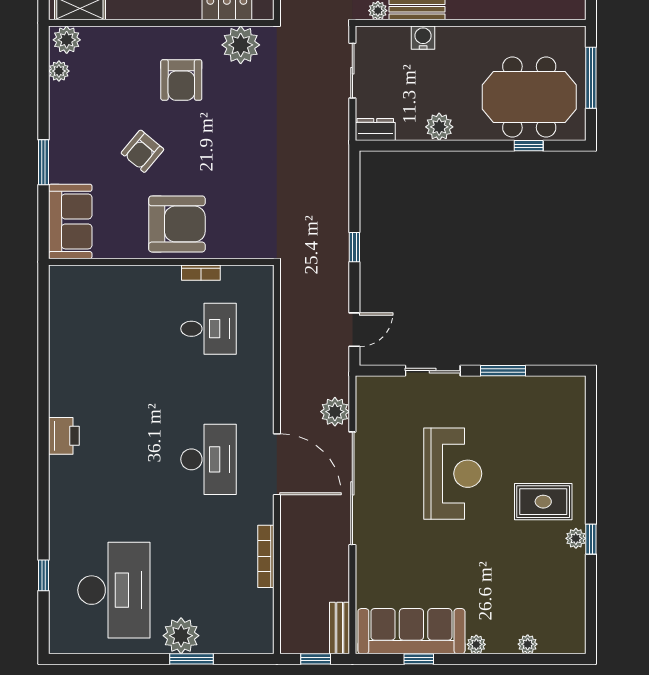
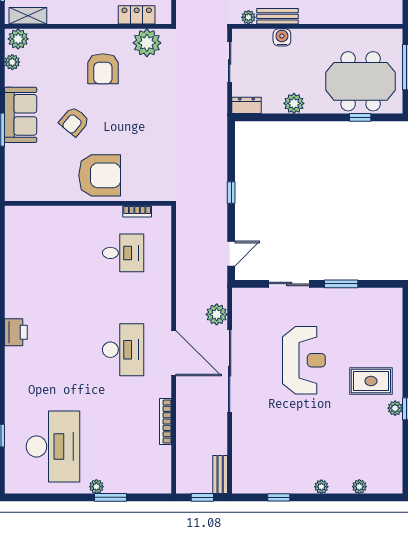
sofa: (70, 221) -> (21, 115), moved
bookcase: (201, 273) -> (137, 211), moved
sofa: (411, 631) -> (273, 477), removed
plant: (181, 636) -> (96, 487), width x0.53, depth x0.53

